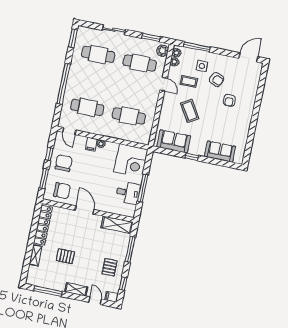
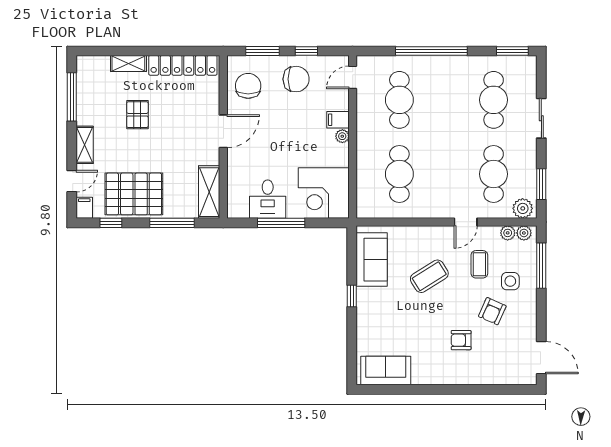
sofa: (220, 151) -> (386, 371), moved, turned -90
chair: (62, 191) -> (248, 86), turned 180
pallet: (110, 267) -> (134, 194), width x2.05, depth x2.00

